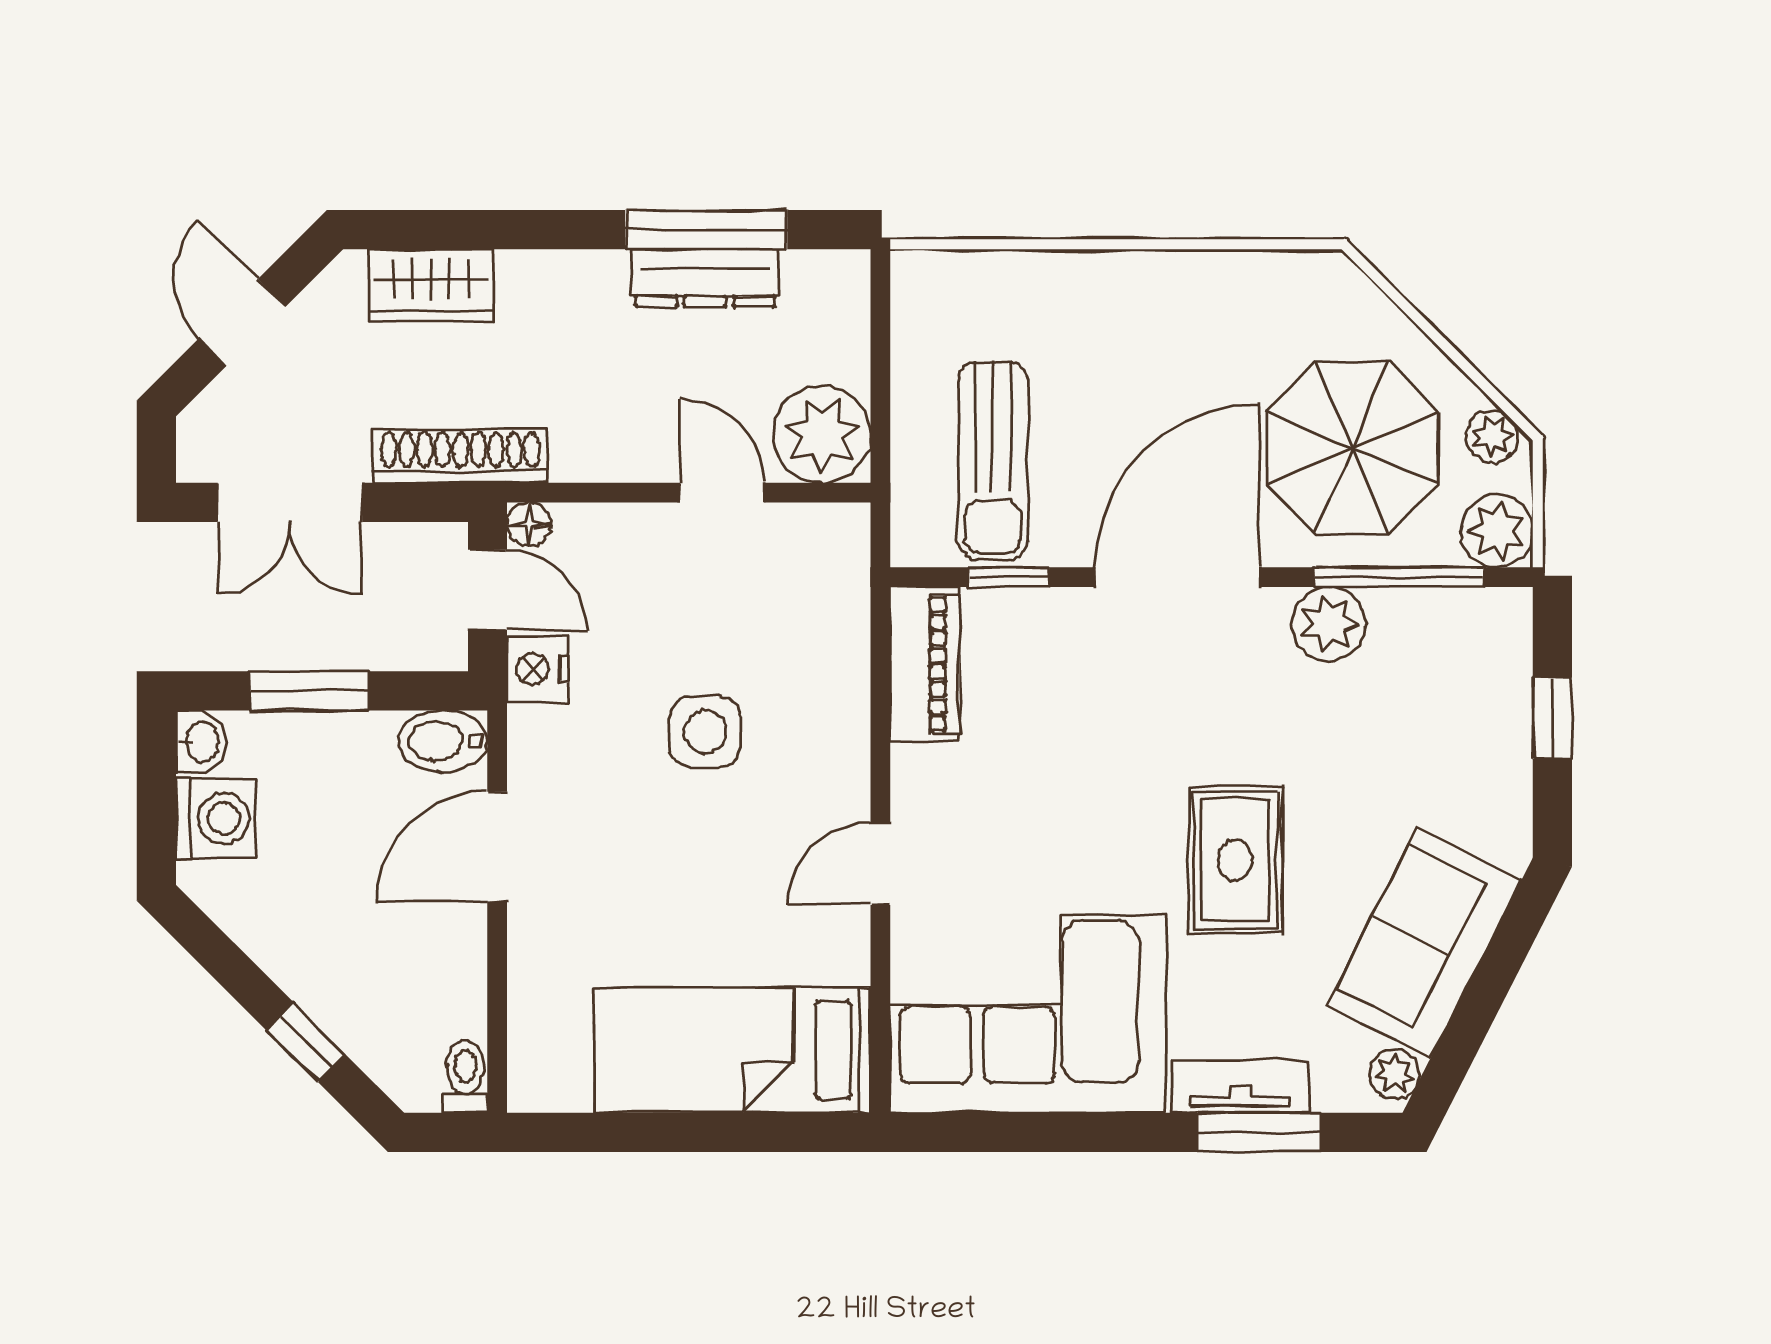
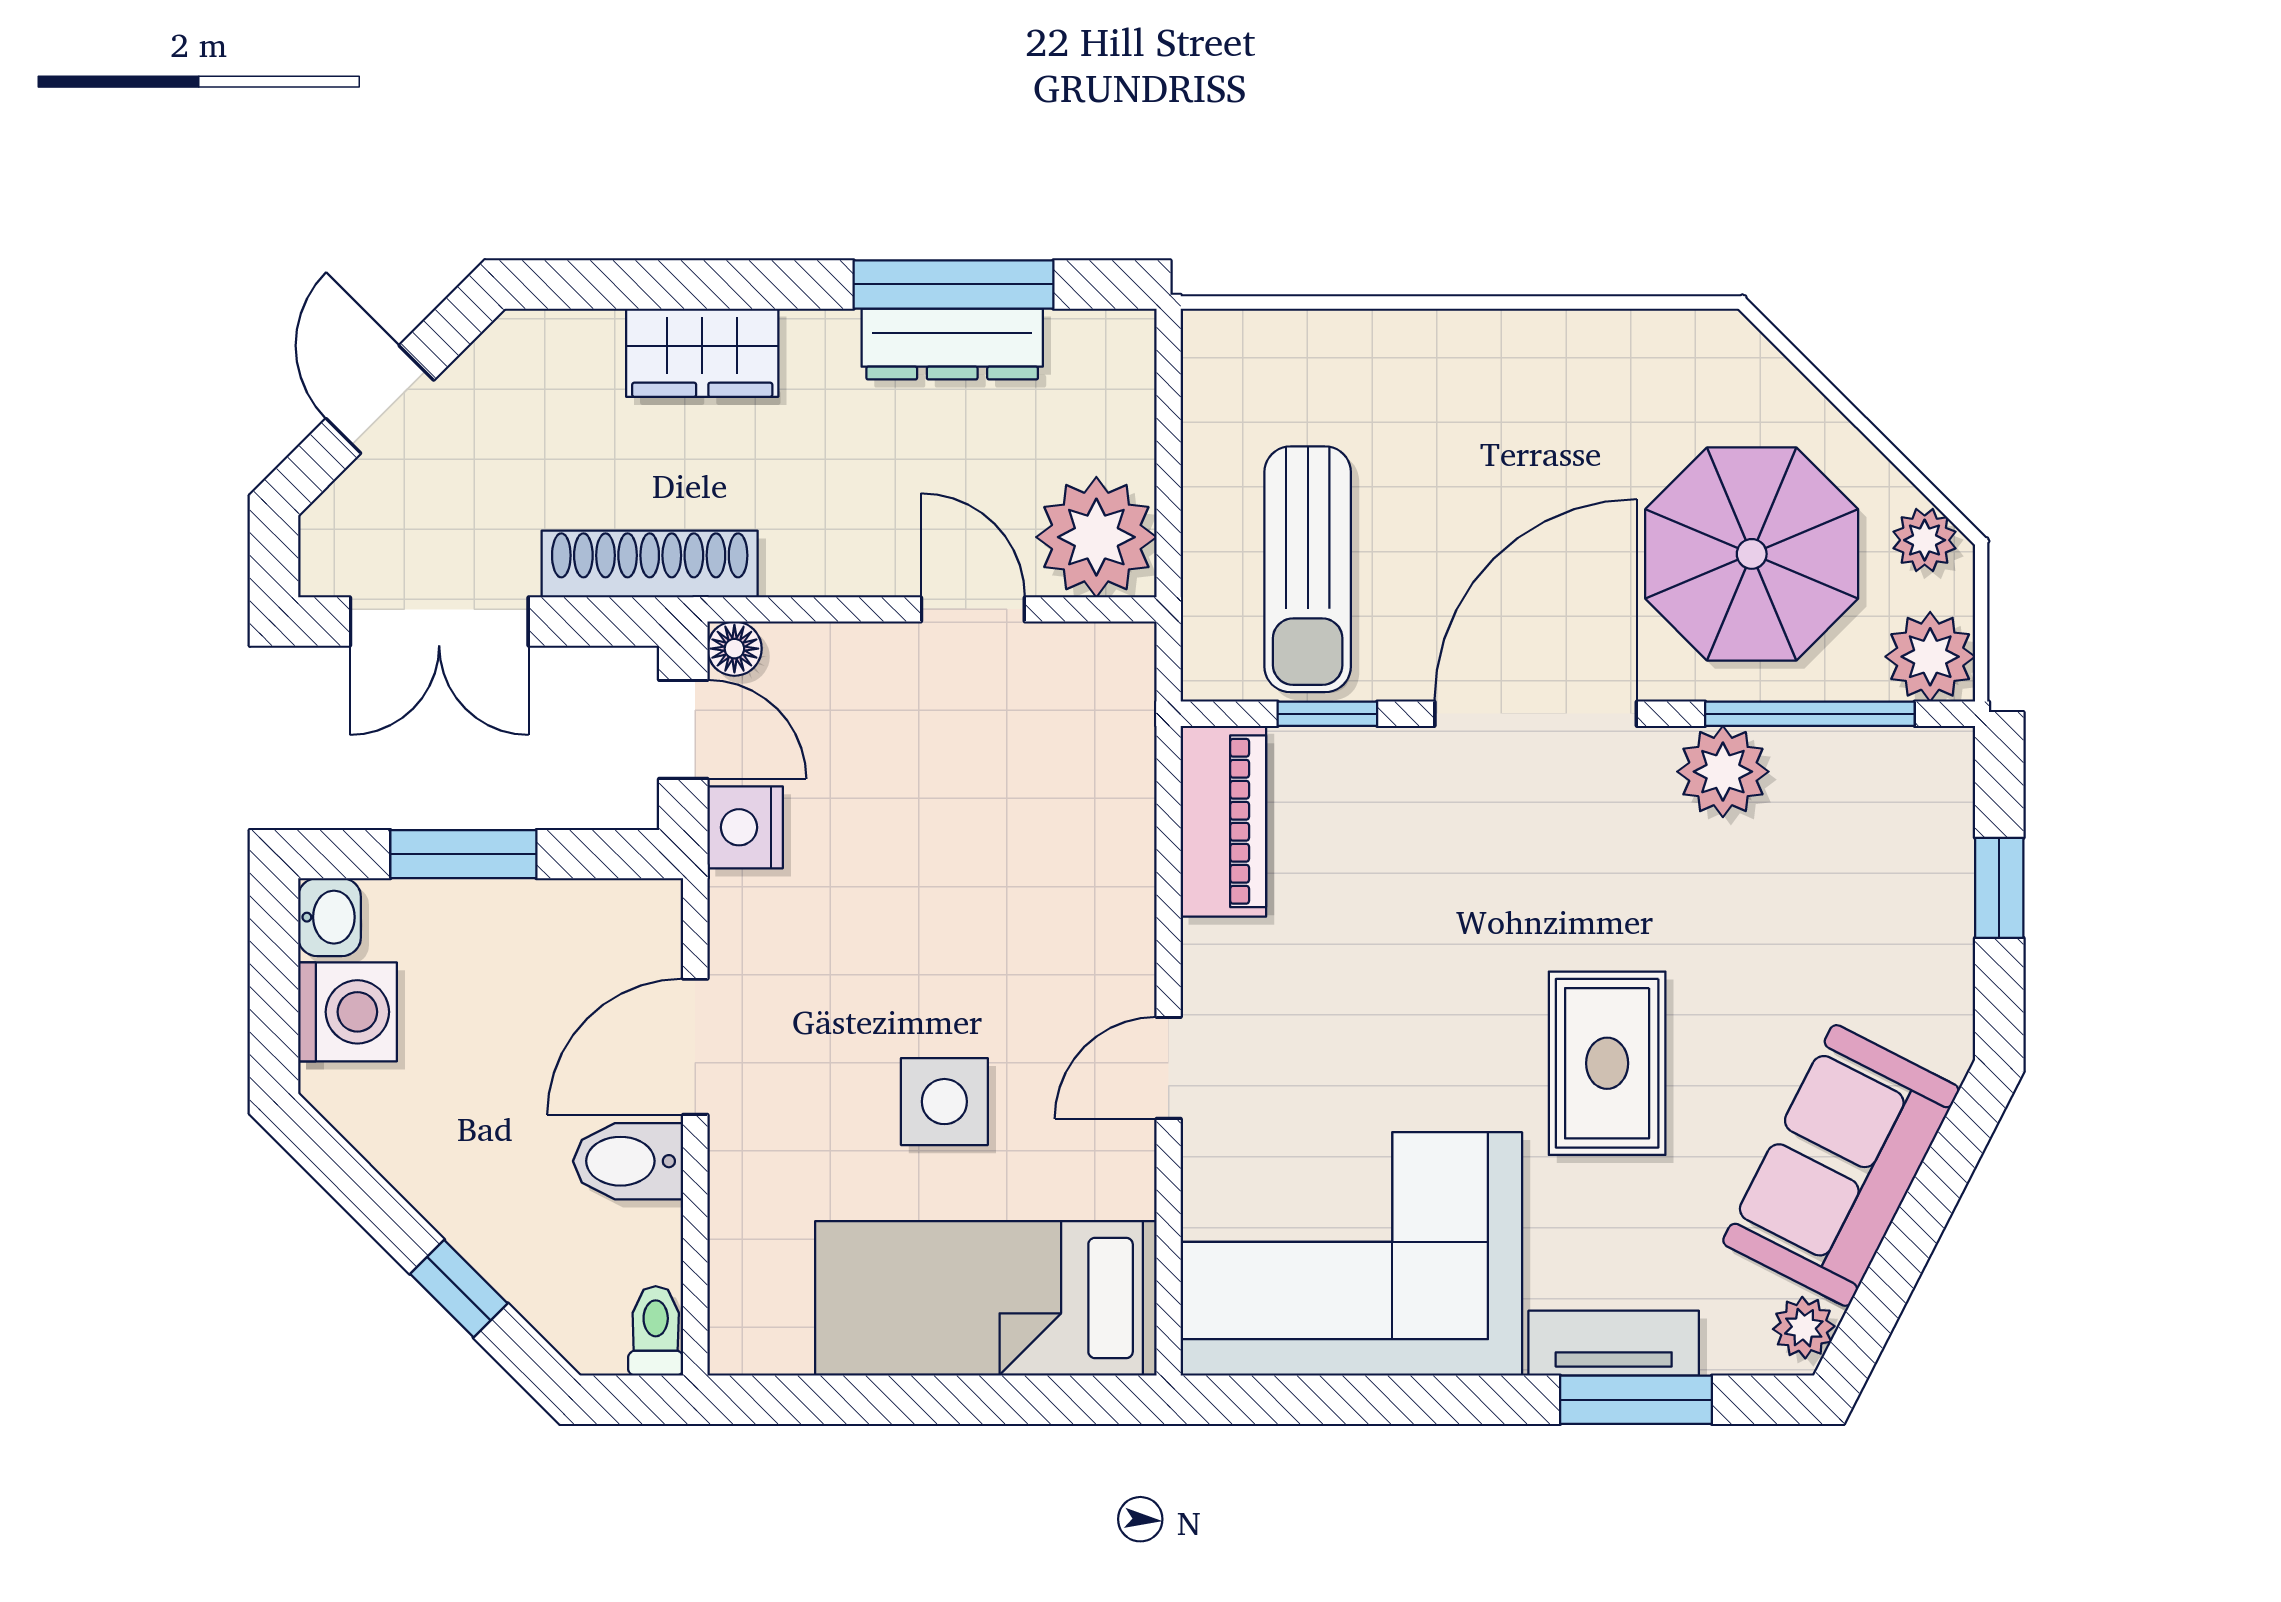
wardrobe: (431, 285) -> (702, 353), moved
side table: (705, 732) -> (944, 1102), moved
bidet: (443, 741) -> (628, 1161), moved

